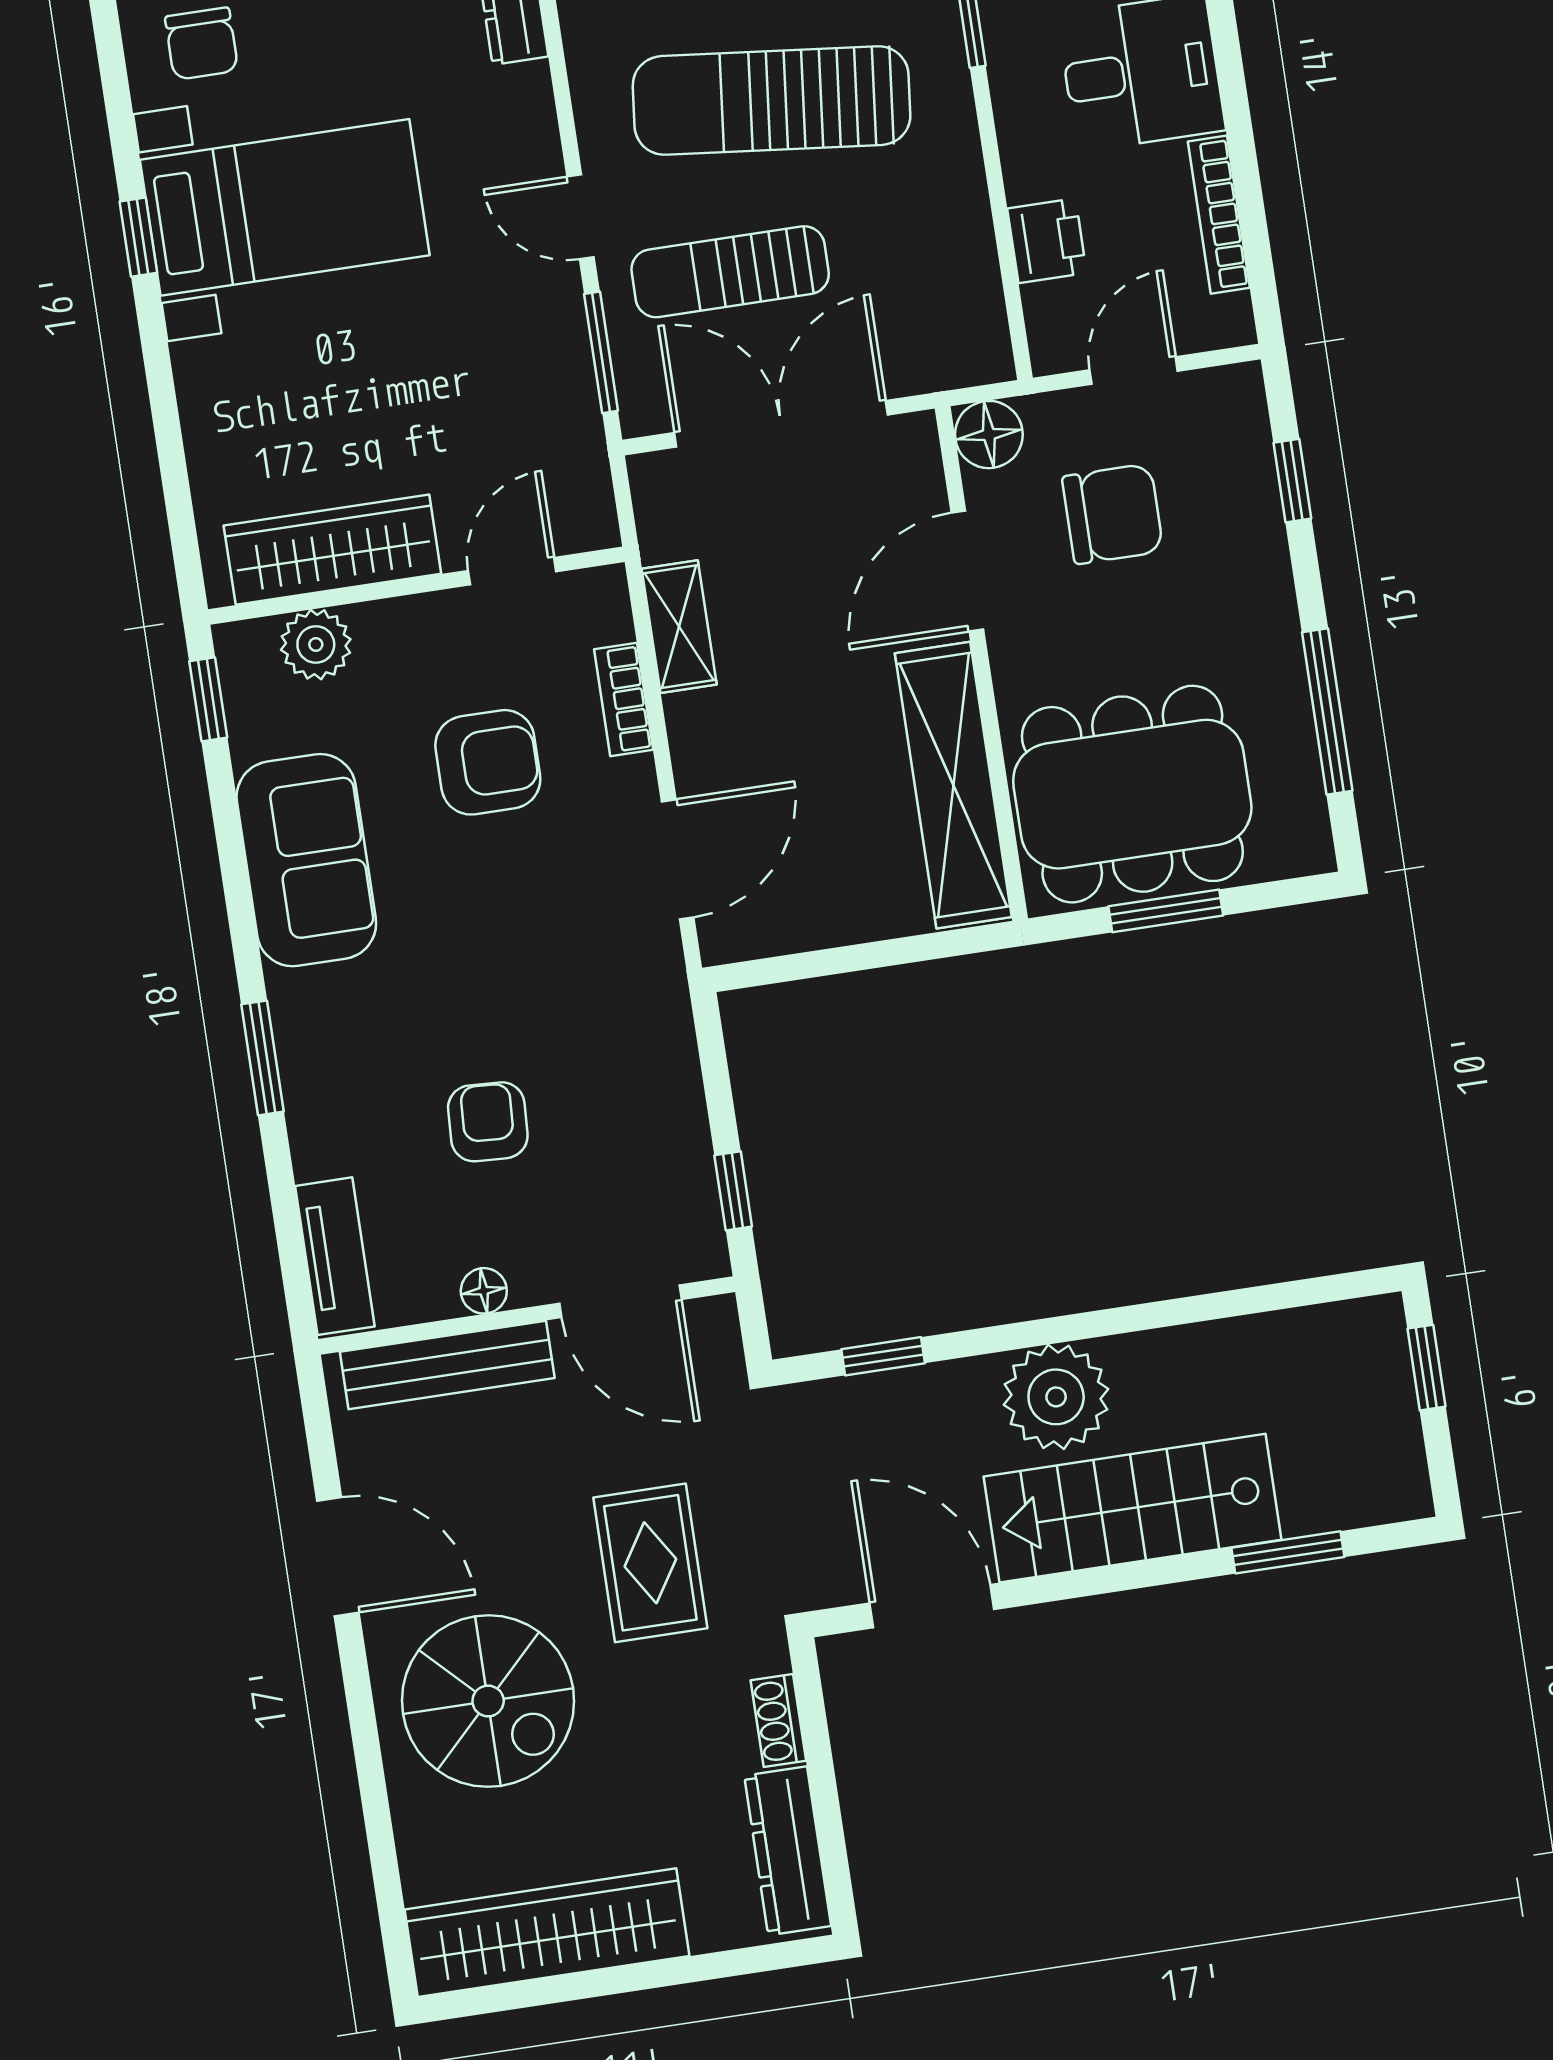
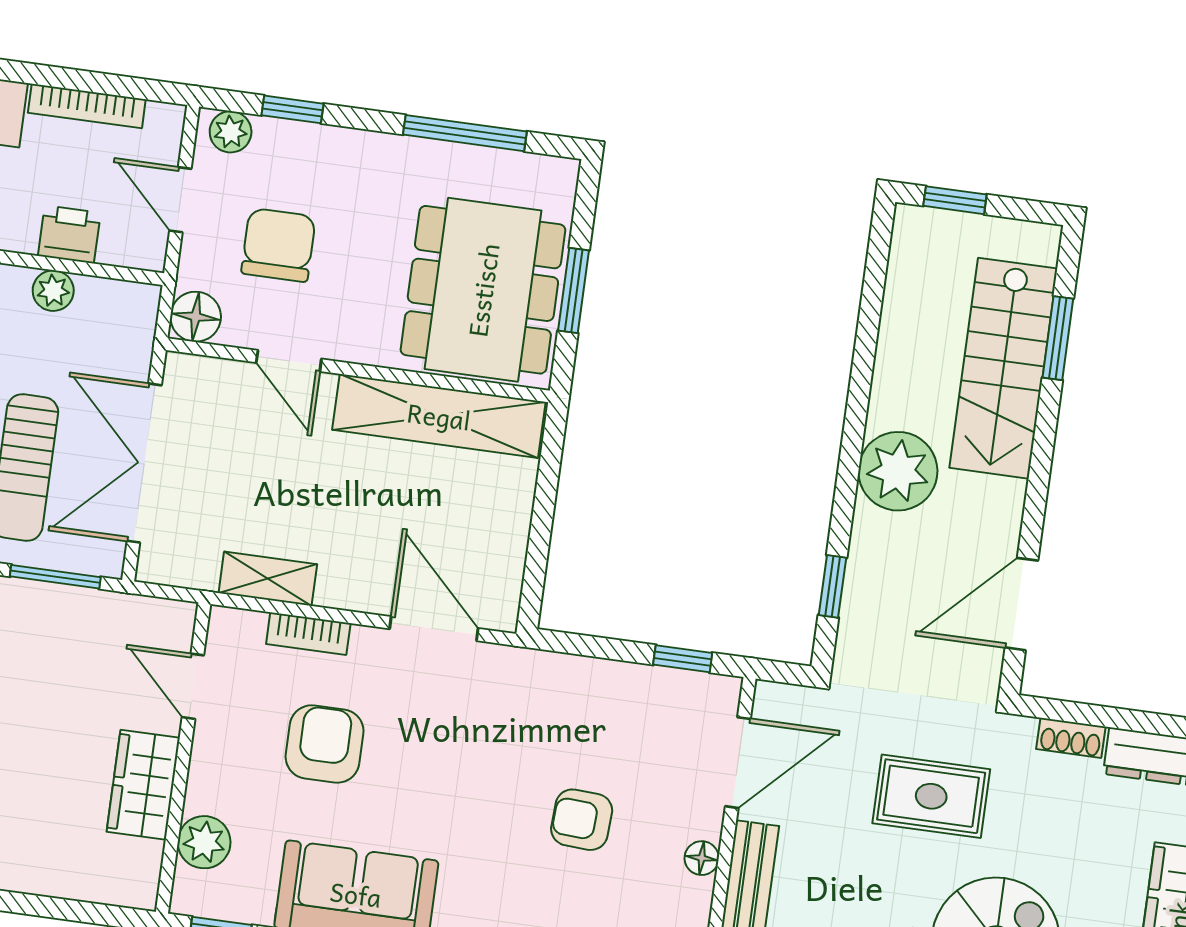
plant: (968, 241) -> (53, 291), added
plant: (1240, 409) -> (231, 132), added
wardrobe: (332, 550) -> (143, 785), width x0.67
door: (967, 571) -> (289, 361), width x0.73
stairs: (1133, 1508) -> (1003, 368), moved

